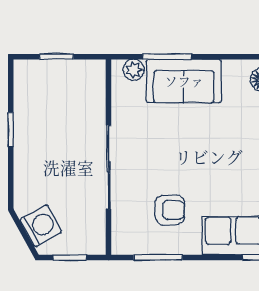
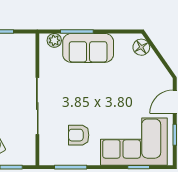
armchair: (170, 210) -> (79, 135), turned 180

